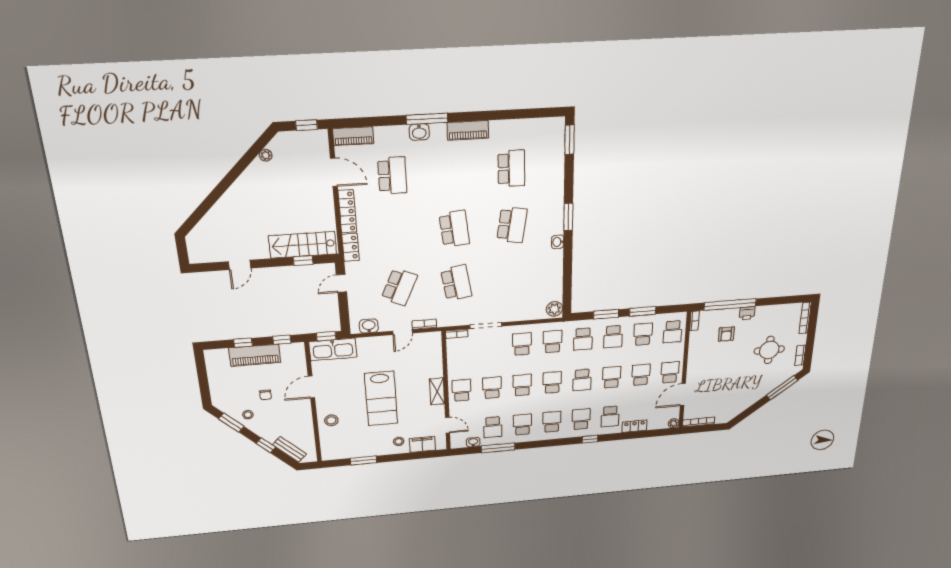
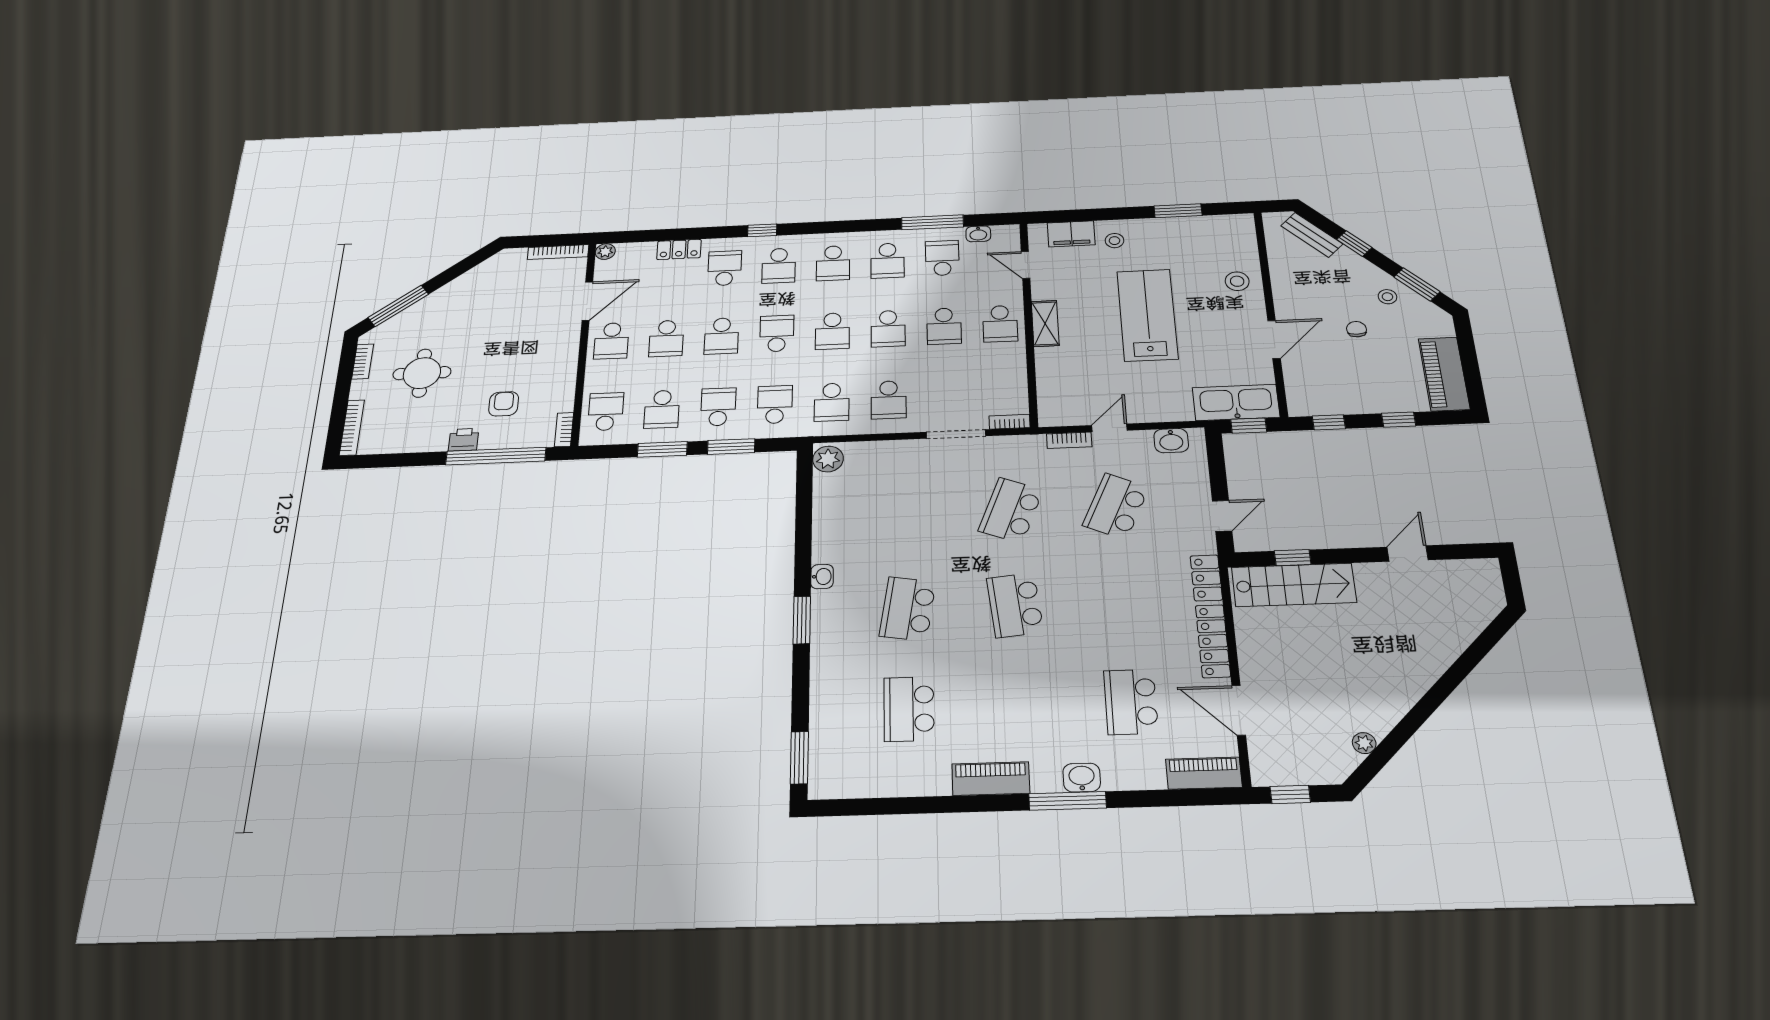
school desk: (456, 283) -> (1011, 510), turned 30
piano: (255, 355) -> (1444, 374), moved, turned -90

